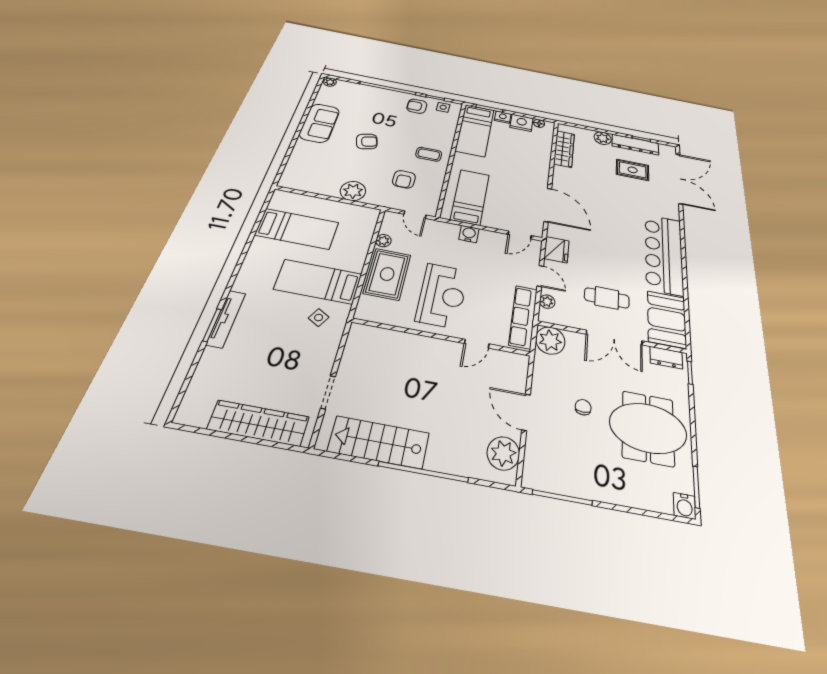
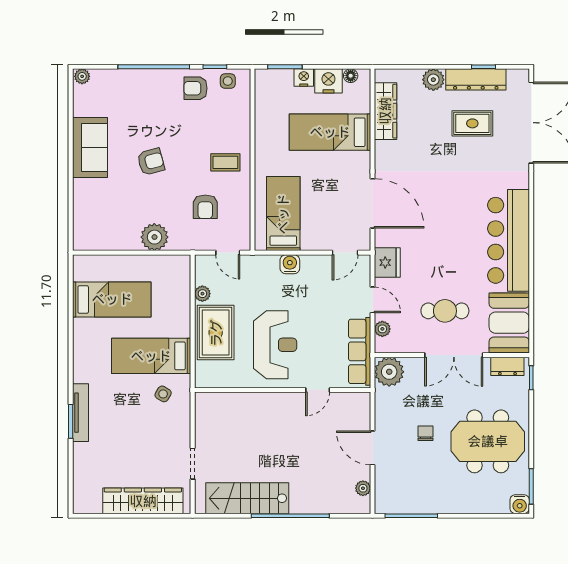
bed: (475, 130) -> (330, 132), moved, turned 90
plant: (503, 453) -> (363, 488), width x0.53, depth x0.53

